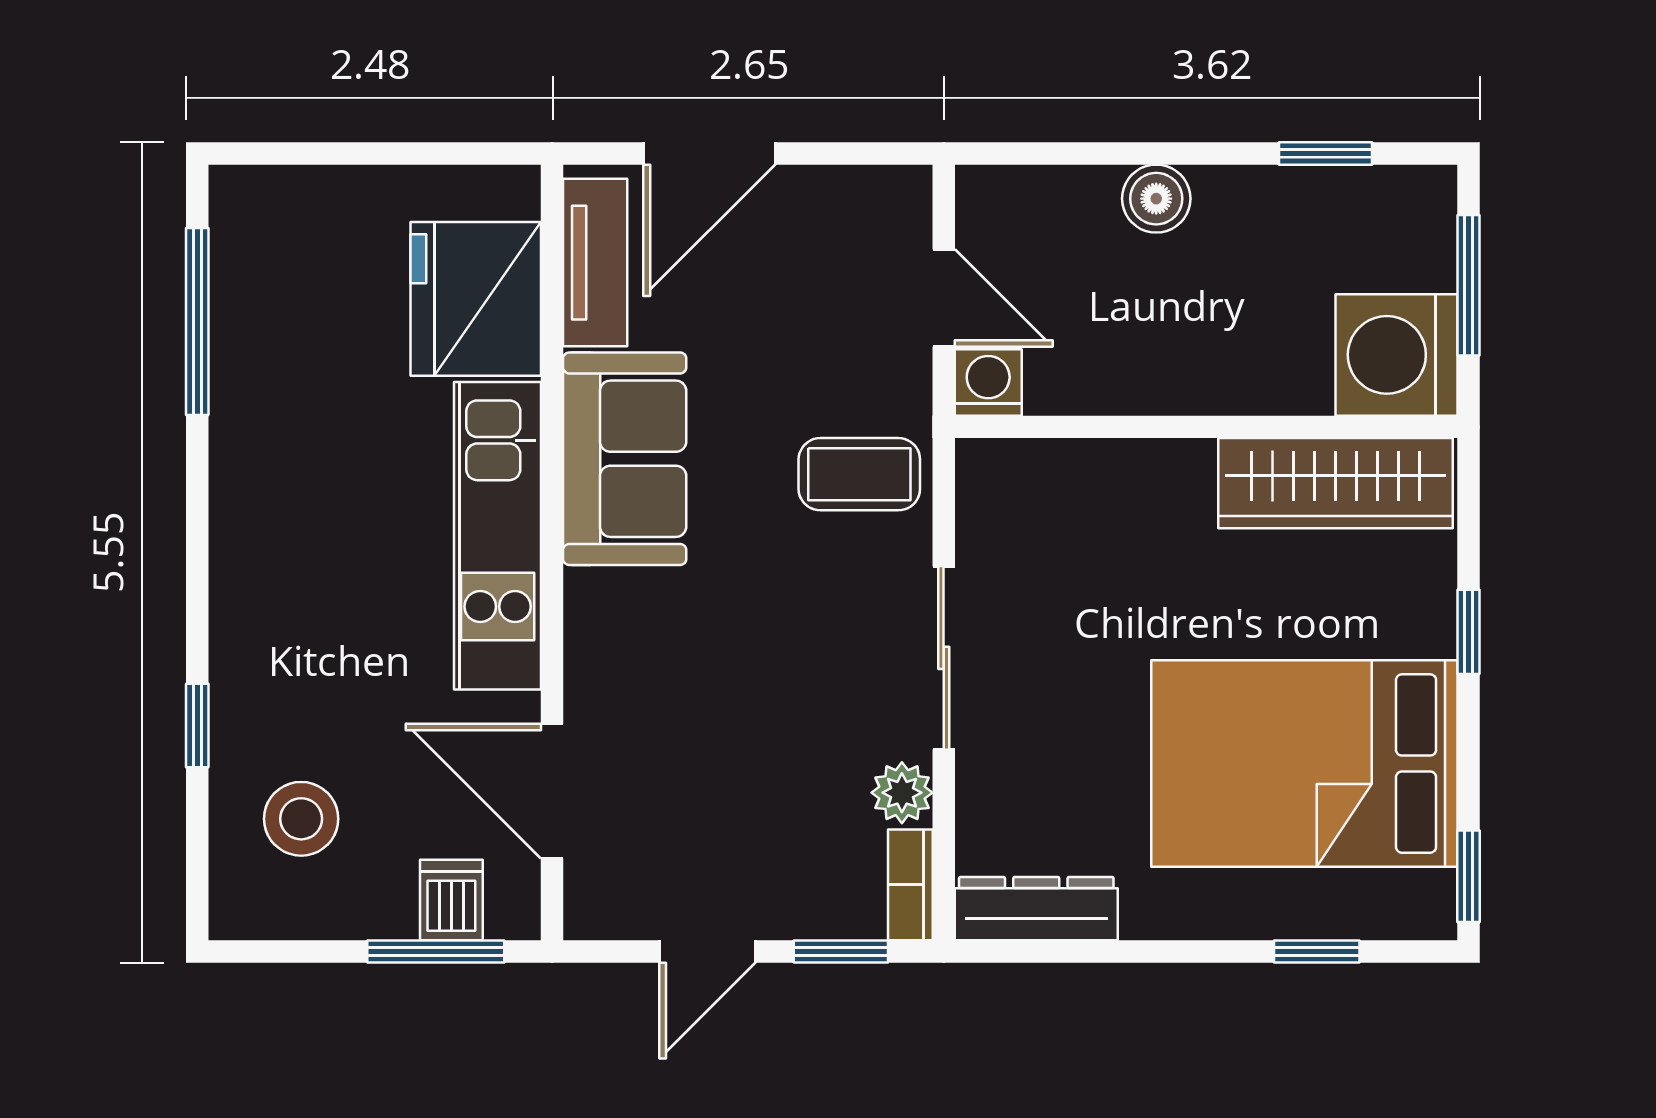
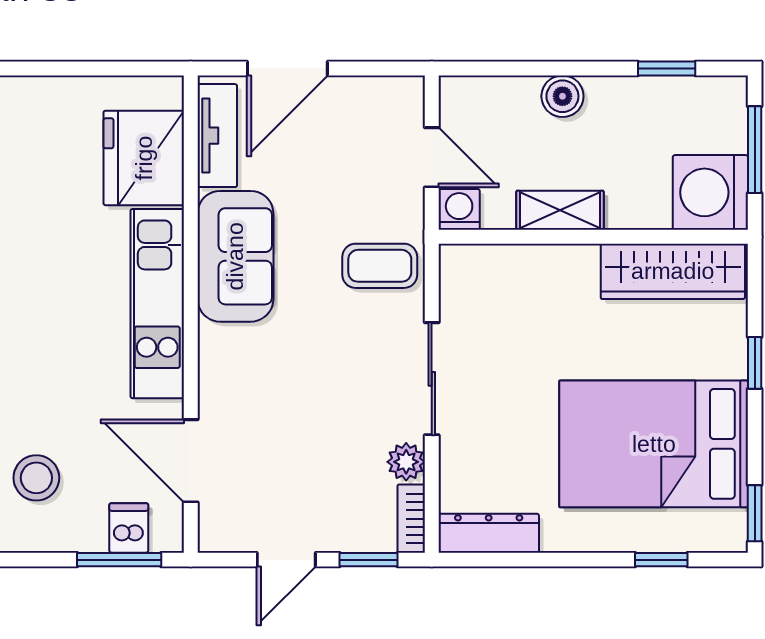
shelving: (1152, 384) -> (560, 210), added

